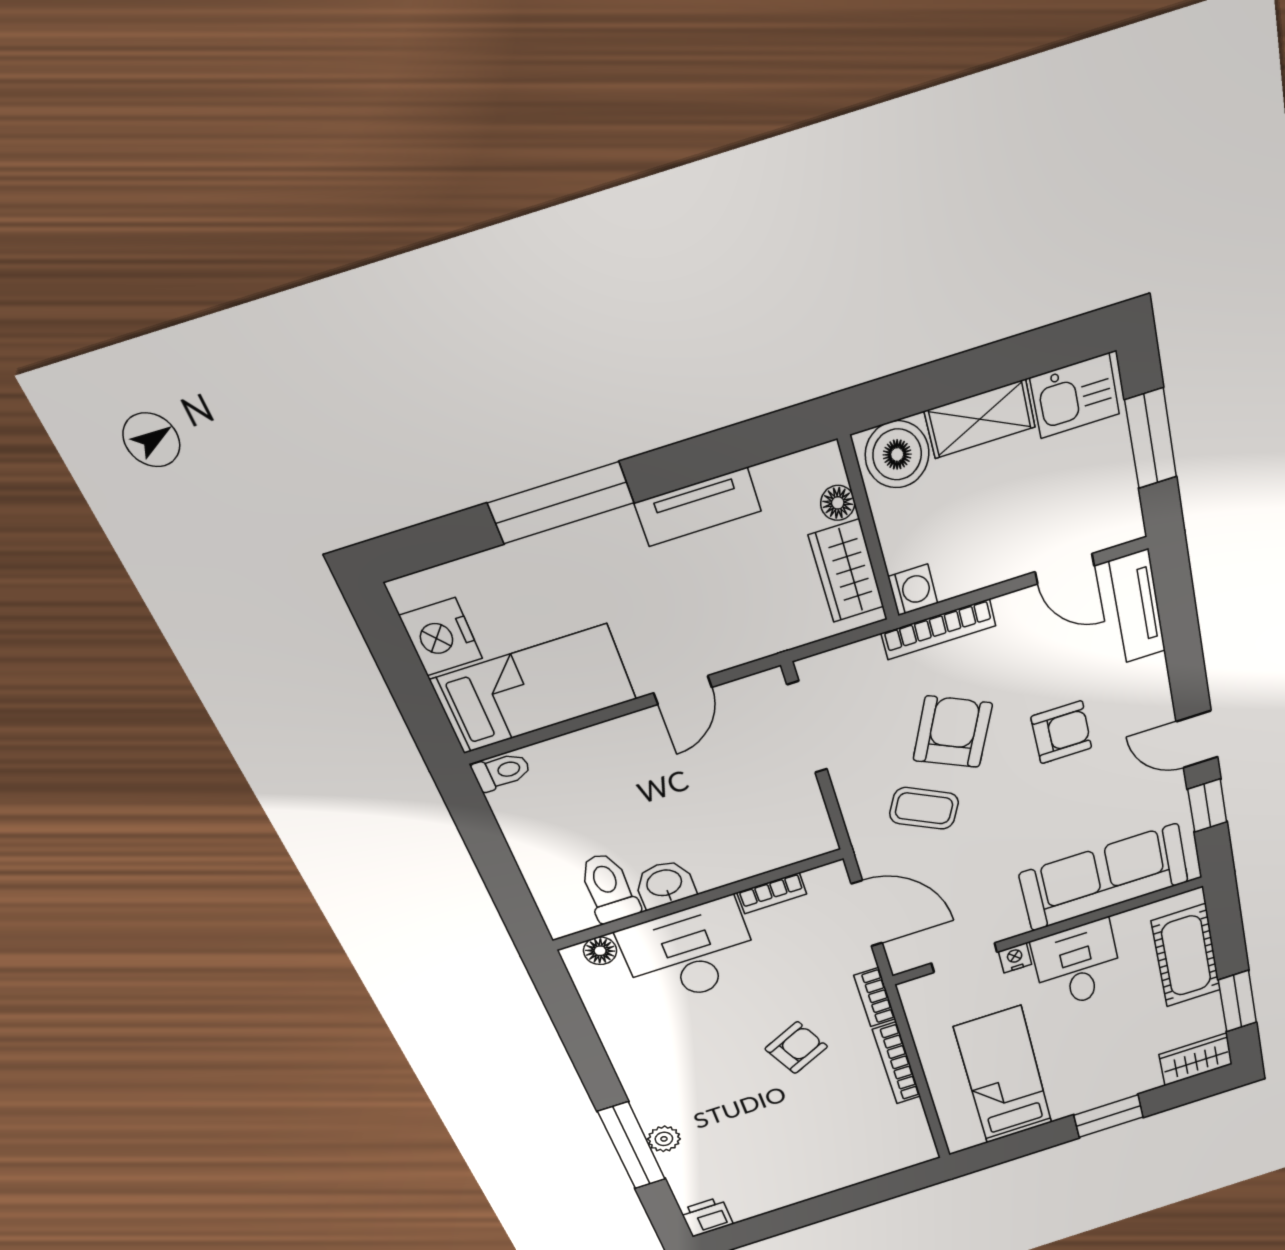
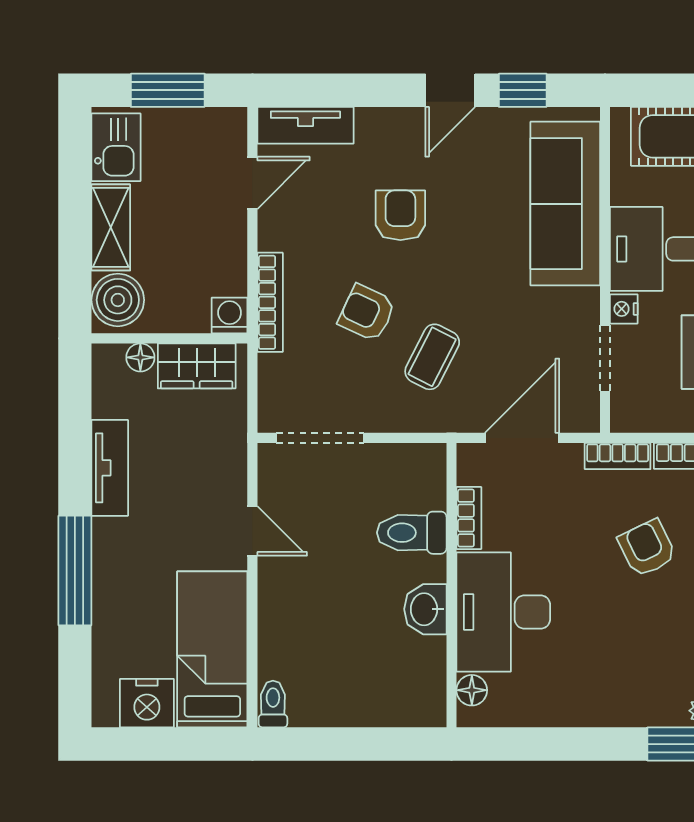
armchair: (953, 732) -> (367, 313), width x0.72, depth x0.72
toilet: (609, 888) -> (412, 533), moved

